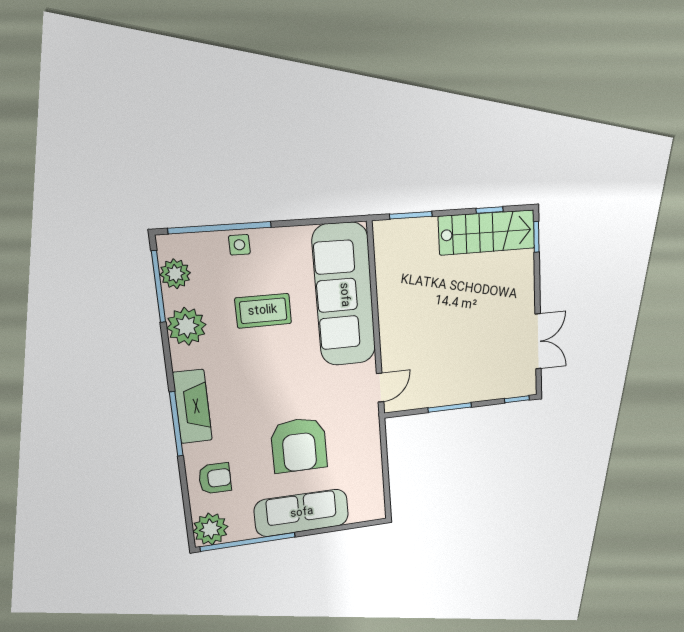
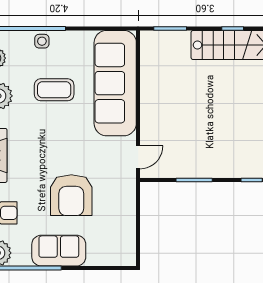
sofa: (302, 513) -> (59, 251), width x0.73

